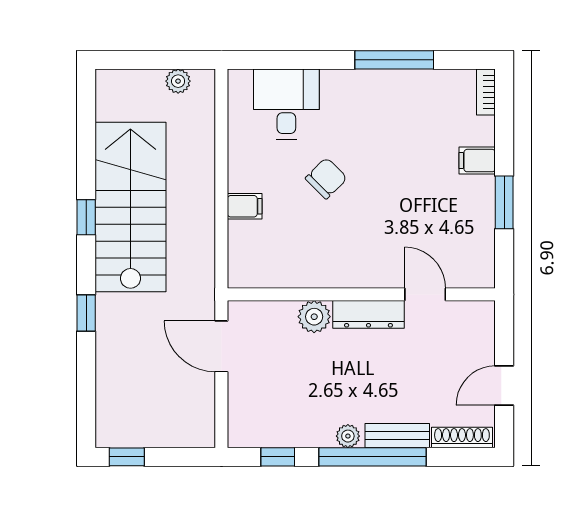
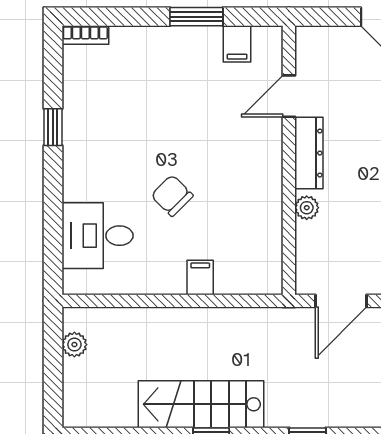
window: (394, 60) -> (53, 127), width x0.46
filing cabinet: (477, 161) -> (237, 44), moved
stairs: (130, 207) -> (201, 404), width x0.73, depth x0.66
plant: (314, 317) -> (307, 208), width x0.73, depth x0.73

